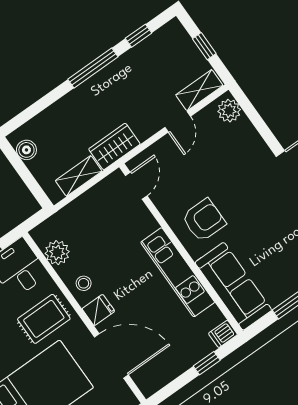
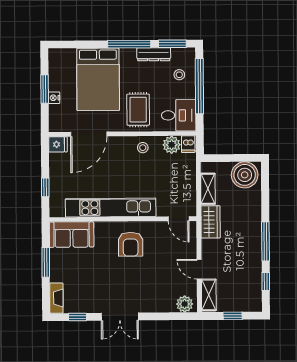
boiler: (26, 150) -> (245, 175), width x1.86, depth x1.86
kitchen unit: (178, 272) -> (111, 208), width x1.36
sofa: (233, 286) -> (72, 235), width x0.73
fridge: (98, 310) -> (58, 144), moved, turned -90
dishwasher: (223, 334) -> (188, 144), moved, turned 180

